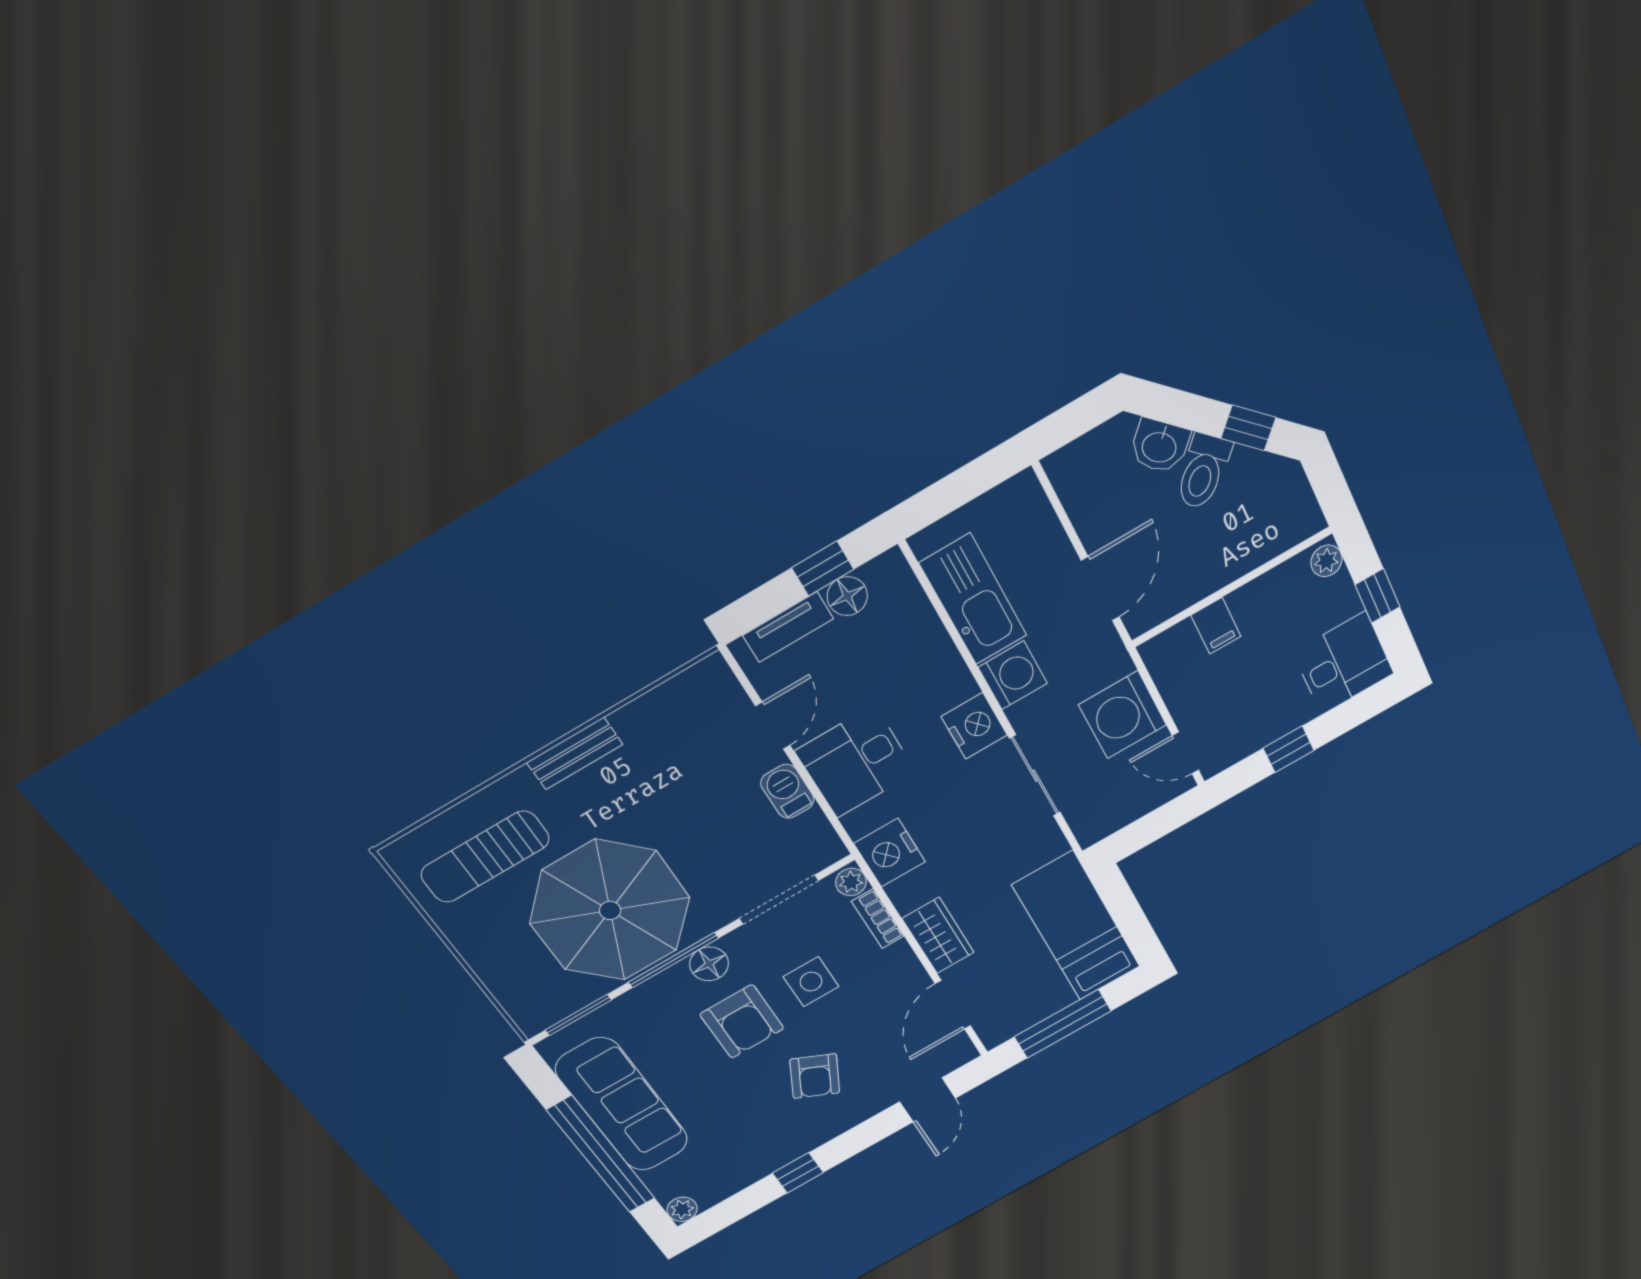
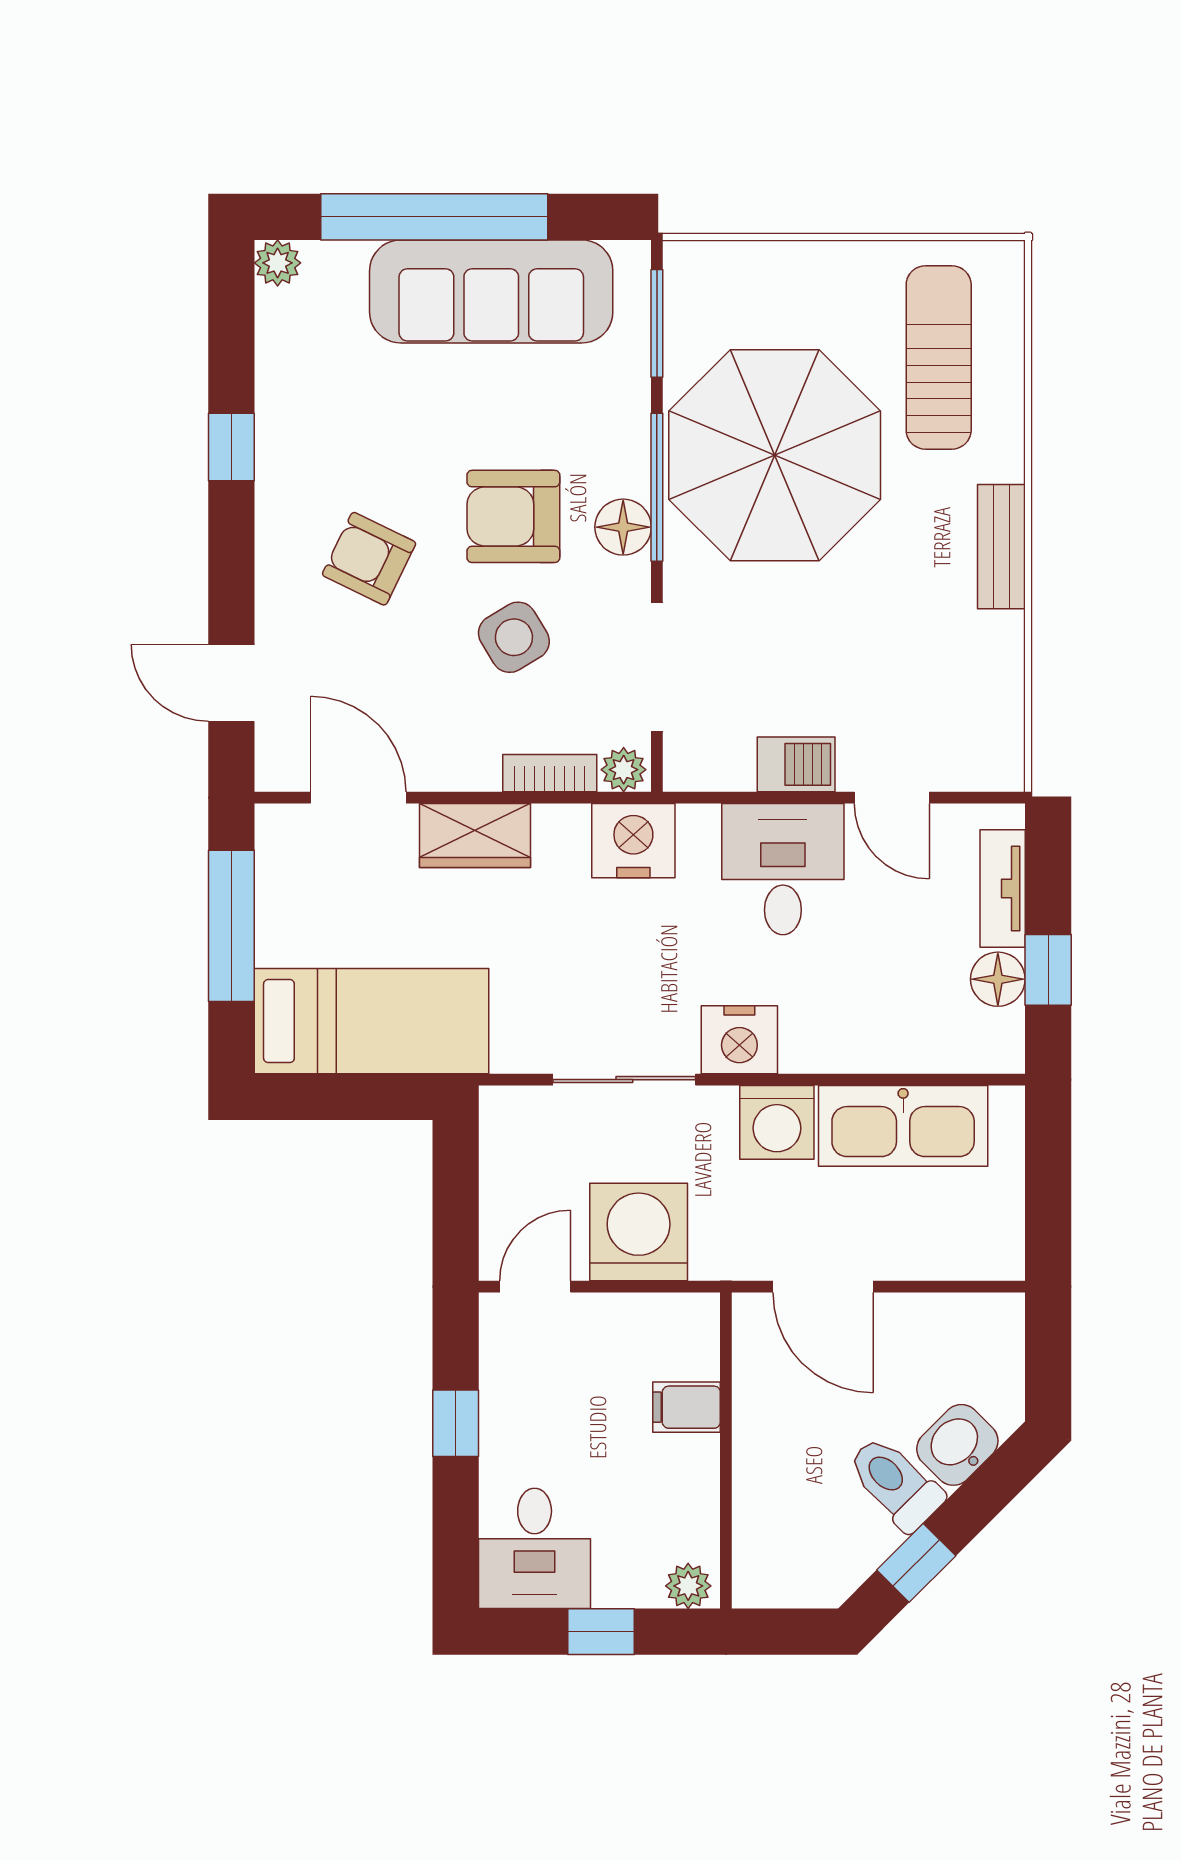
side table: (811, 982) -> (514, 637), turned -31

